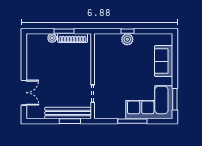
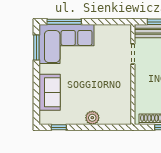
window: (128, 31) -> (59, 127), moved
window: (132, 121) -> (64, 22), moved

